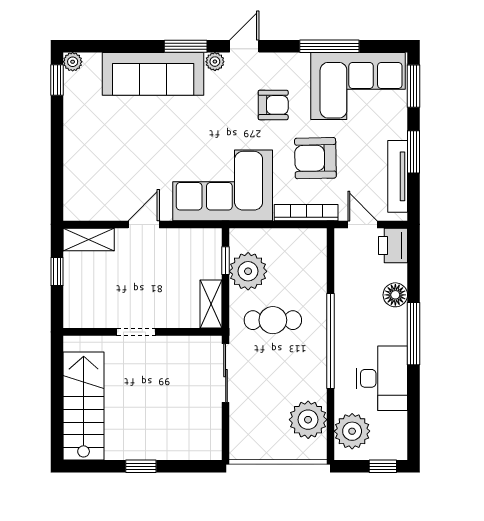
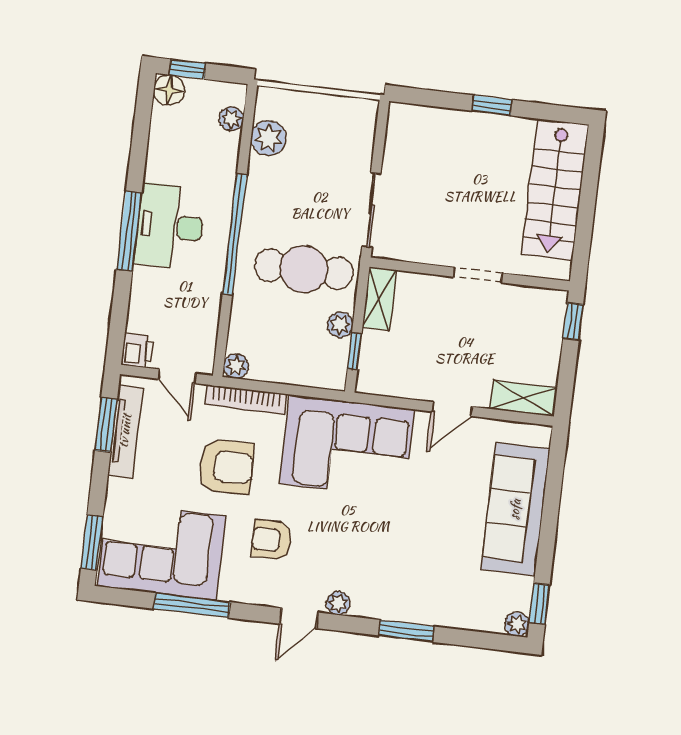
window: (186, 46) -> (406, 631), moved
sofa: (153, 74) -> (515, 509), moved, turned -90
window: (414, 152) -> (106, 425), moved
plant: (317, 238) -> (236, 366), added
printer: (393, 245) -> (137, 351), width x0.73, depth x0.81
plant: (248, 271) -> (340, 325), width x0.53, depth x0.53
window: (57, 272) -> (573, 321), moved
floor lamp: (395, 295) -> (169, 90), moved
cafe table: (273, 320) -> (304, 269), width x1.37, depth x1.35
desk: (382, 378) -> (170, 226), moved
plant: (308, 420) -> (268, 138), width x0.73, depth x0.73
plant: (352, 431) -> (231, 119), width x0.53, depth x0.53

